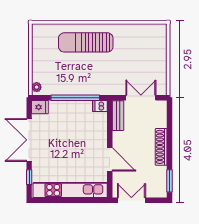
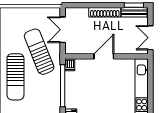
sun lounger: (115, 70) -> (39, 52), added
bench: (118, 116) -> (134, 12), moved
door: (110, 159) -> (104, 56), moved

